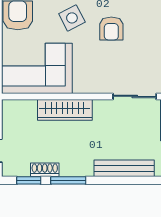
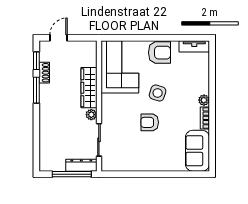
side table: (72, 18) -> (158, 93), turned 45
plant: (101, 107) -> (91, 115), added
bench: (124, 168) -> (45, 132), removed

